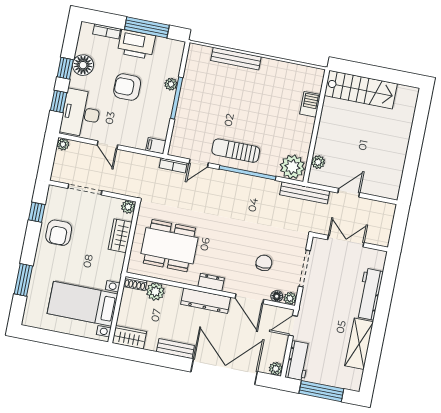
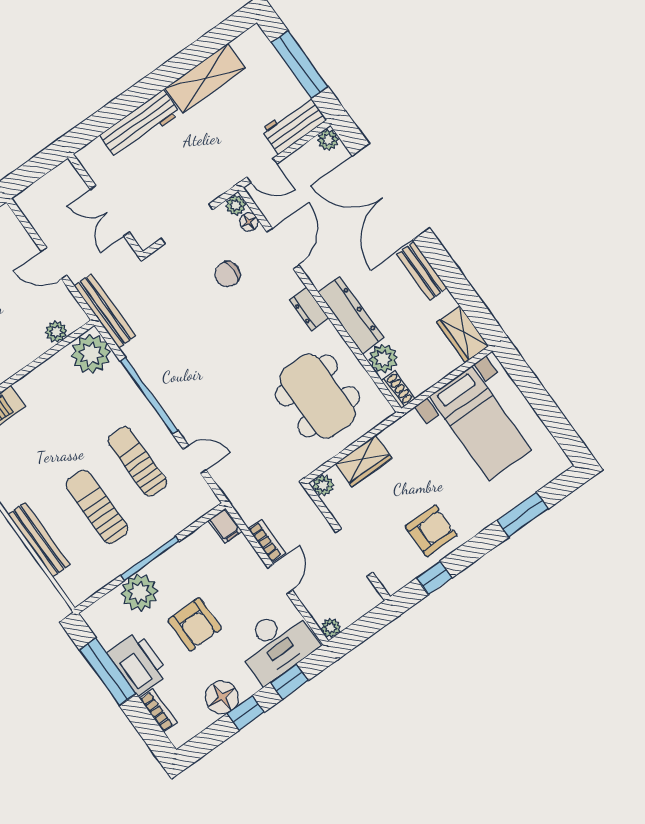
plant: (171, 84) -> (139, 592), width x1.87, depth x1.87
sun lounger: (223, 99) -> (97, 507), added
sun lounger: (236, 151) -> (137, 461), moved, turned 180
bookcase: (173, 165) -> (267, 541), moved
dresser: (206, 301) -> (351, 315), moved

